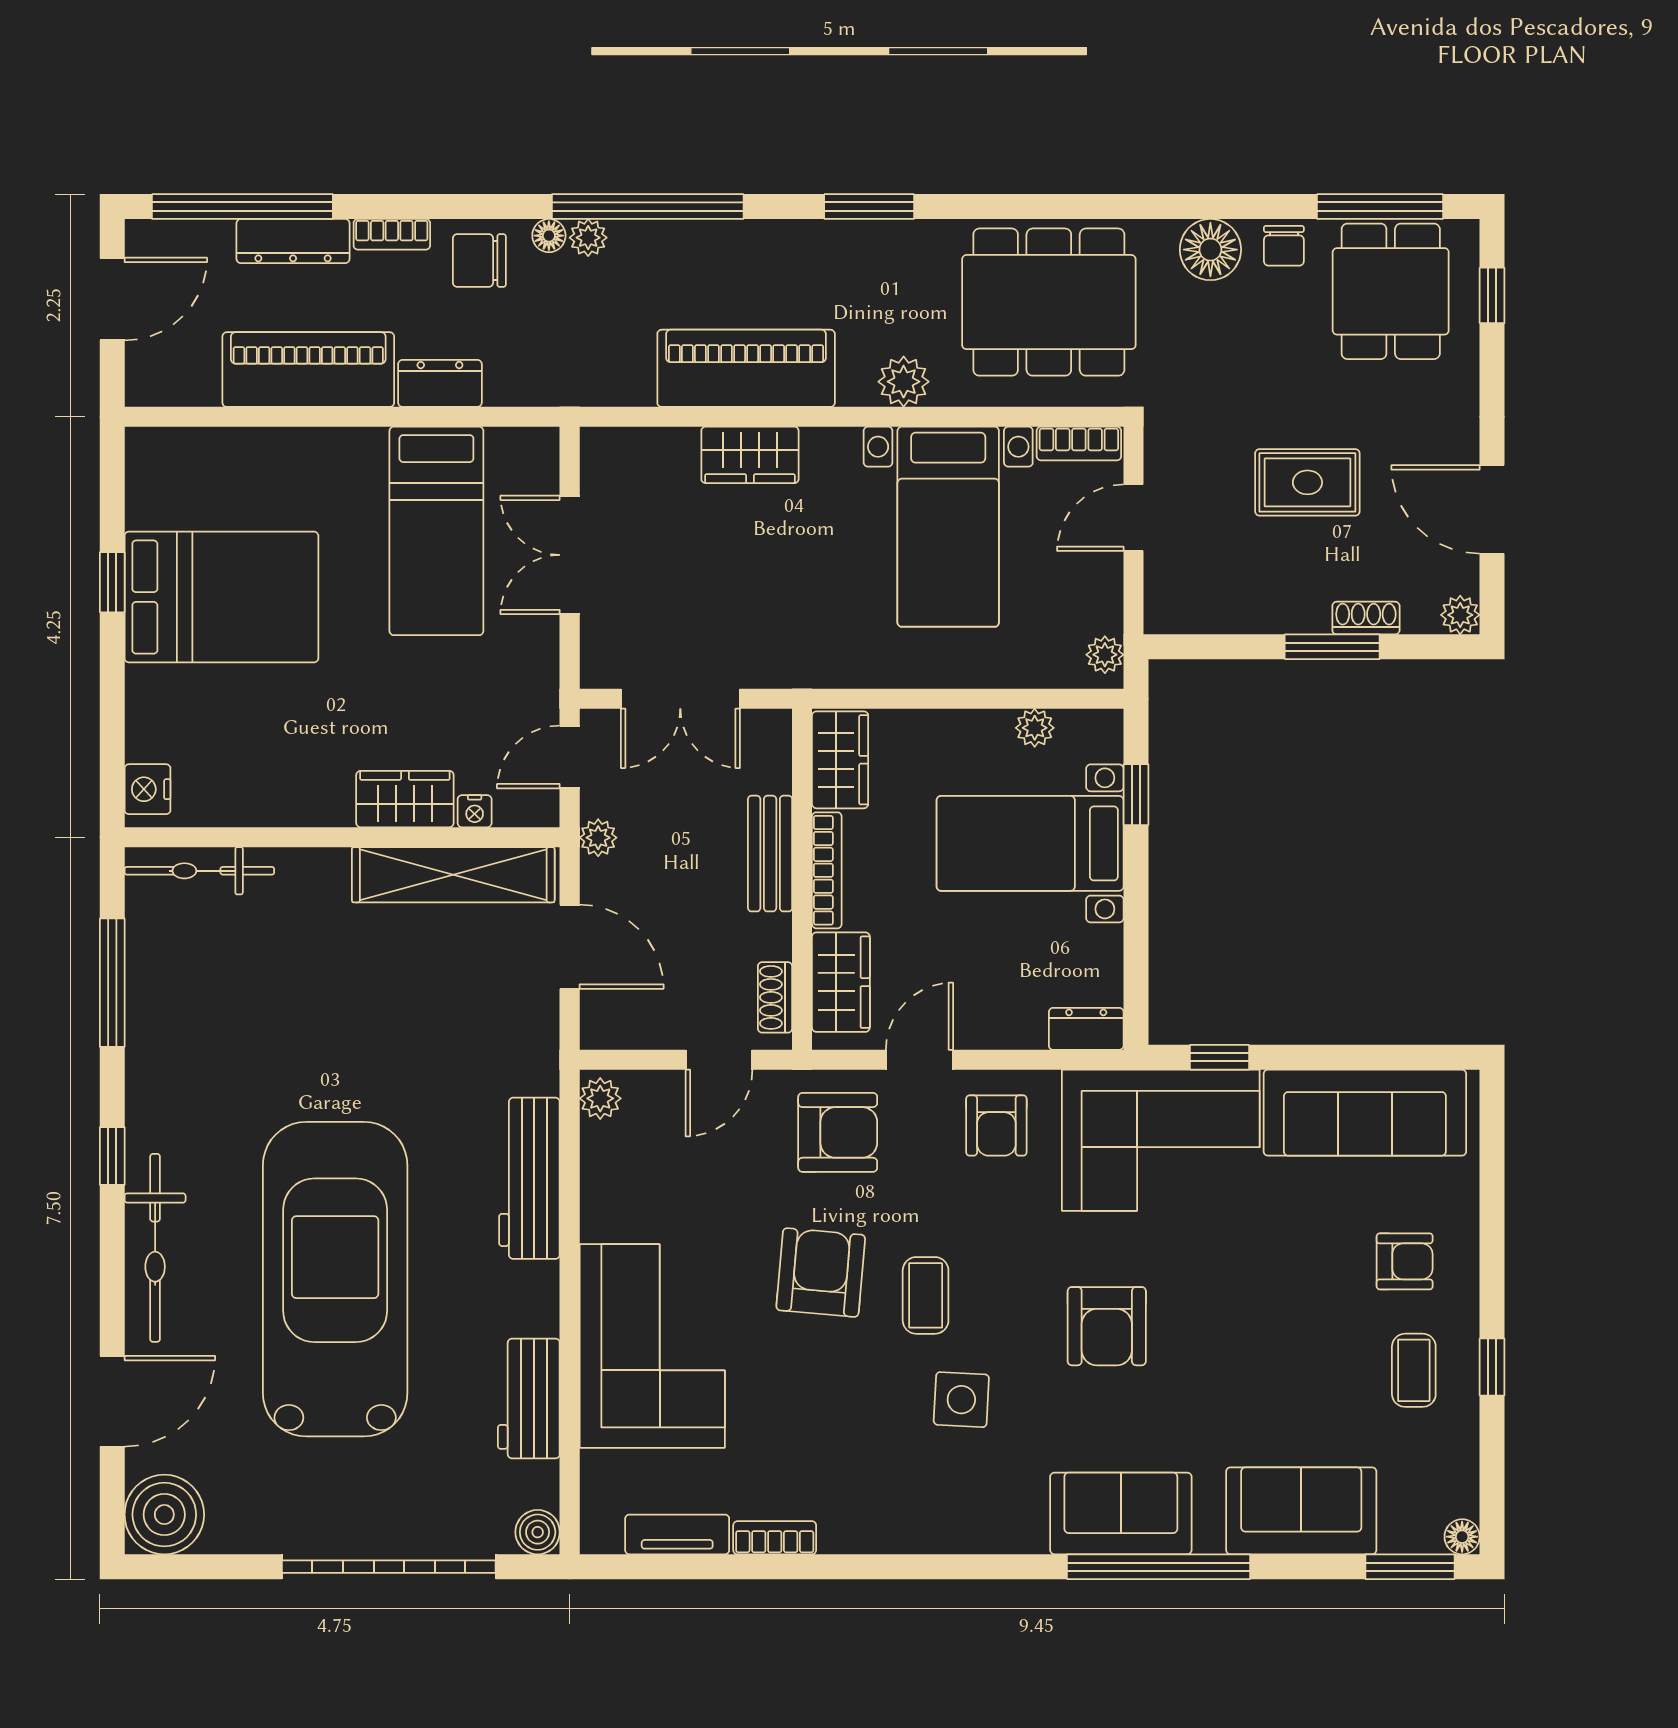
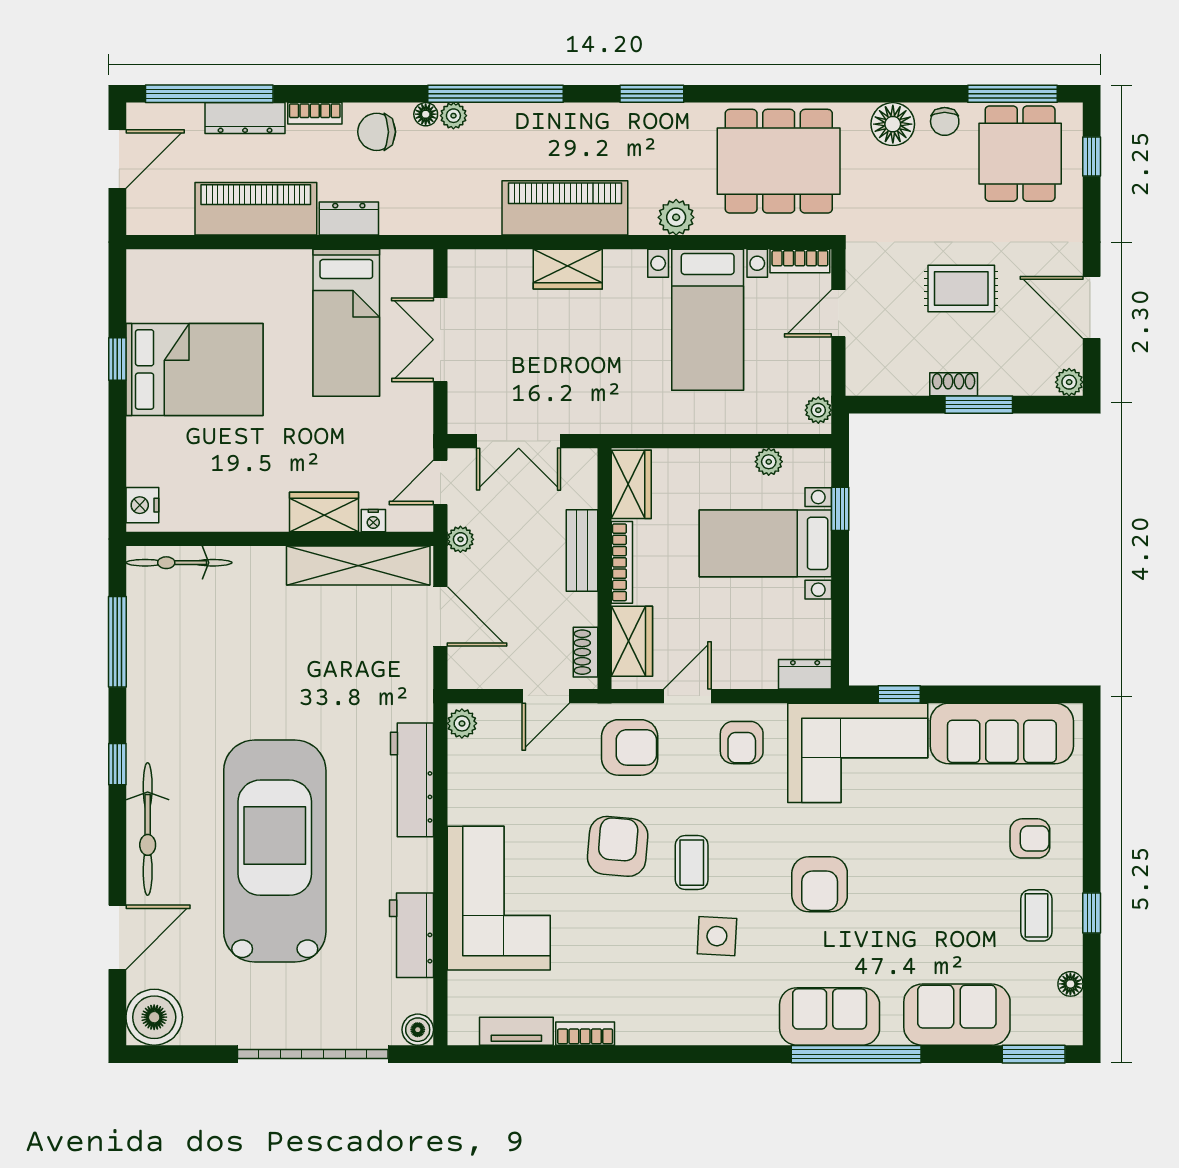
shoe rack: (1366, 618) -> (954, 384), moved
floor lamp: (1462, 1537) -> (1070, 984), moved

